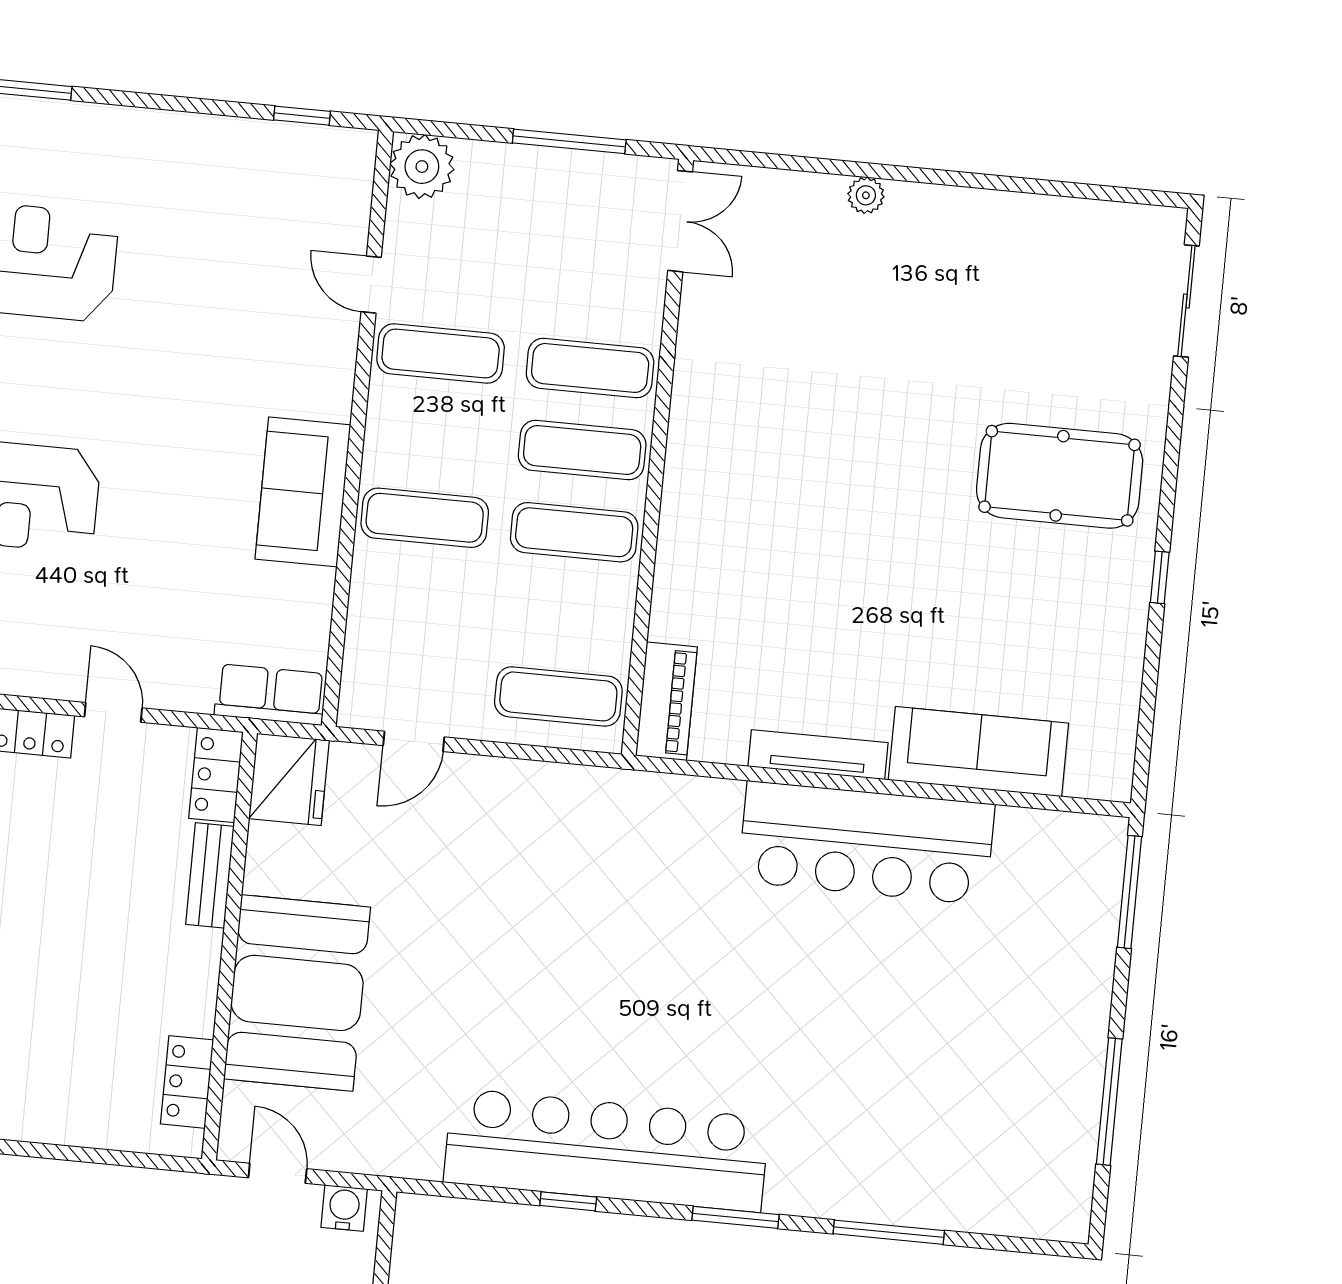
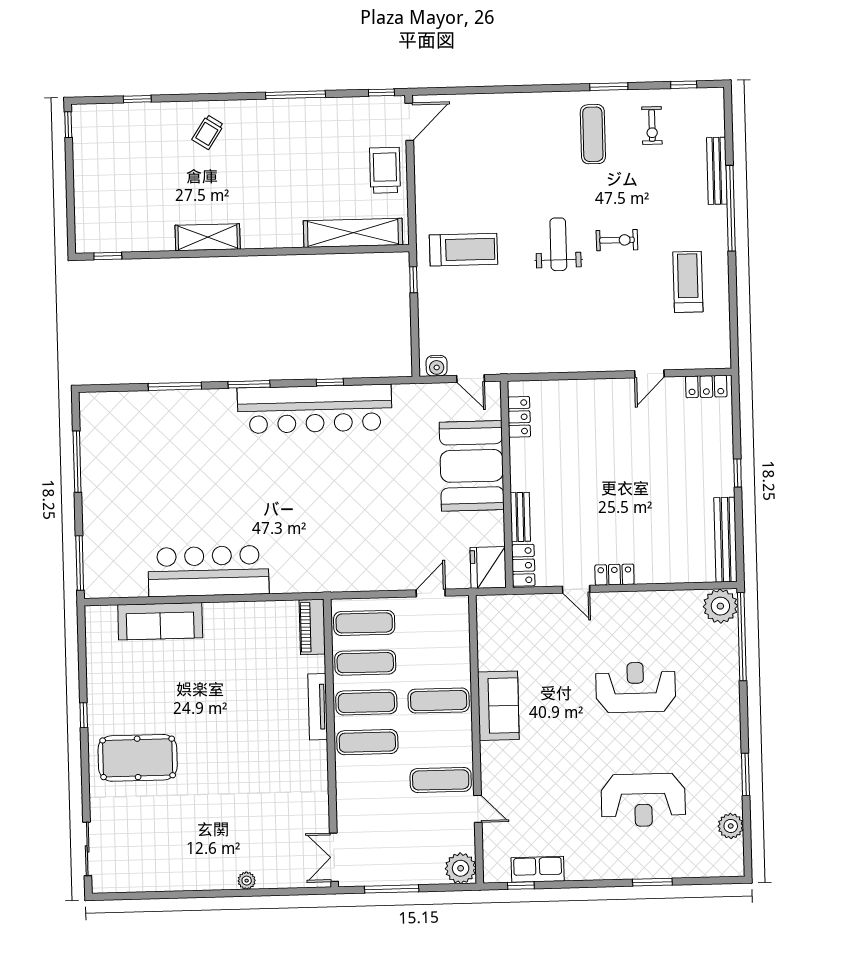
exercise mat: (590, 368) -> (365, 663), moved
row of seats: (270, 695) -> (538, 869), moved, turned 180
tv unit: (818, 755) -> (318, 707), moved, turned 90

